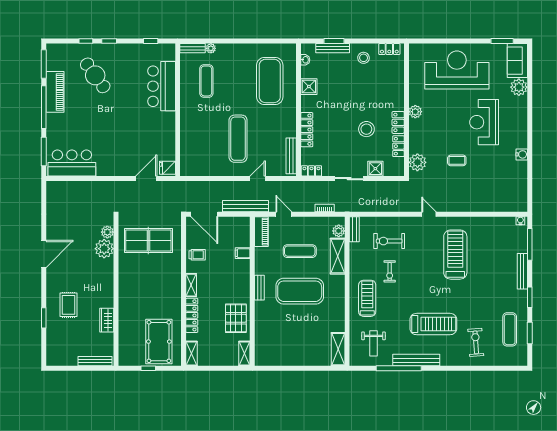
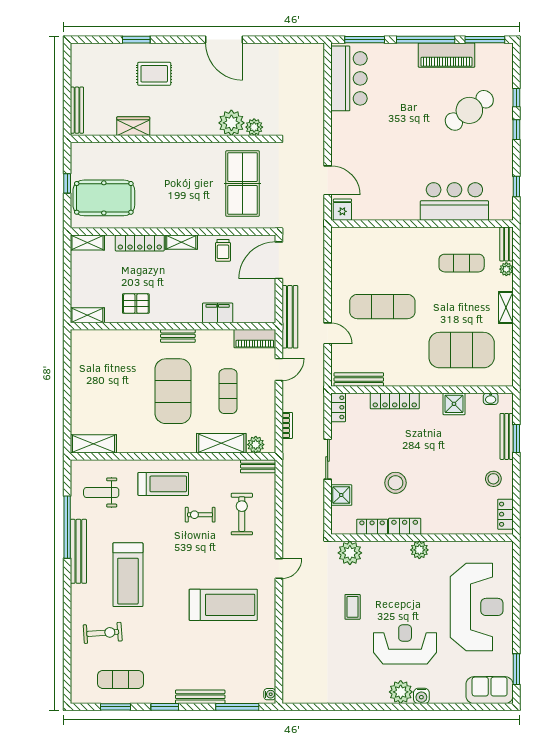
shelving: (239, 49) -> (506, 308), added
plant: (519, 87) -> (401, 692), moved
water cooler: (522, 154) -> (421, 696), moved
filing cabinet: (243, 253) -> (218, 313), width x2.00
pallet: (236, 318) -> (136, 304), width x0.67, depth x0.71

